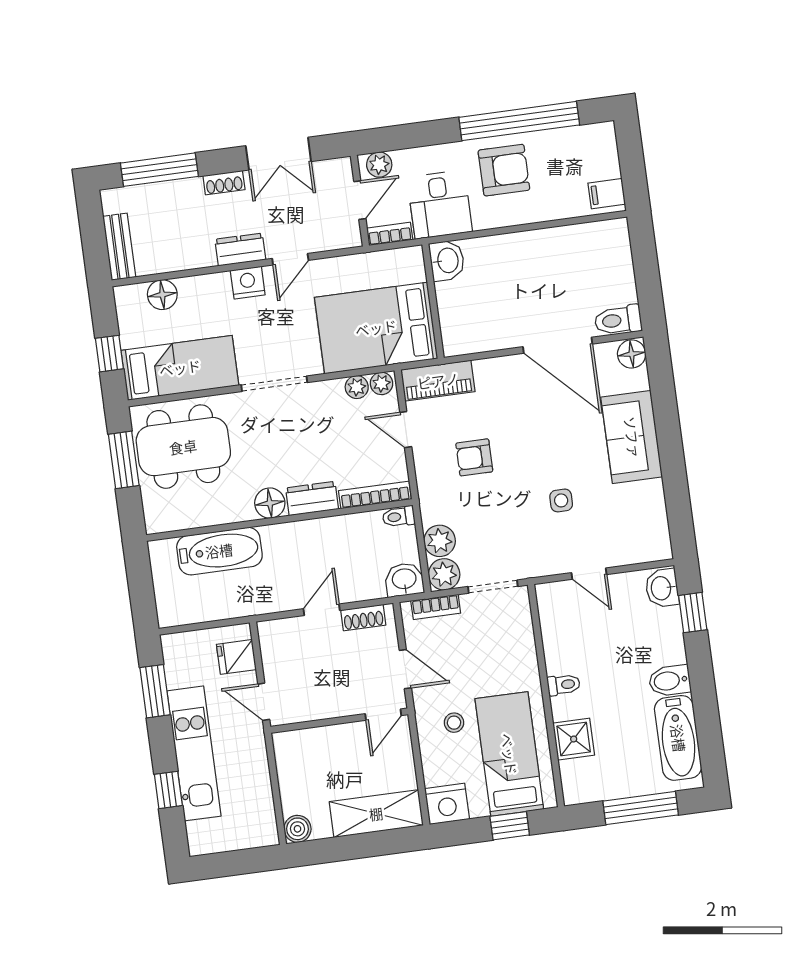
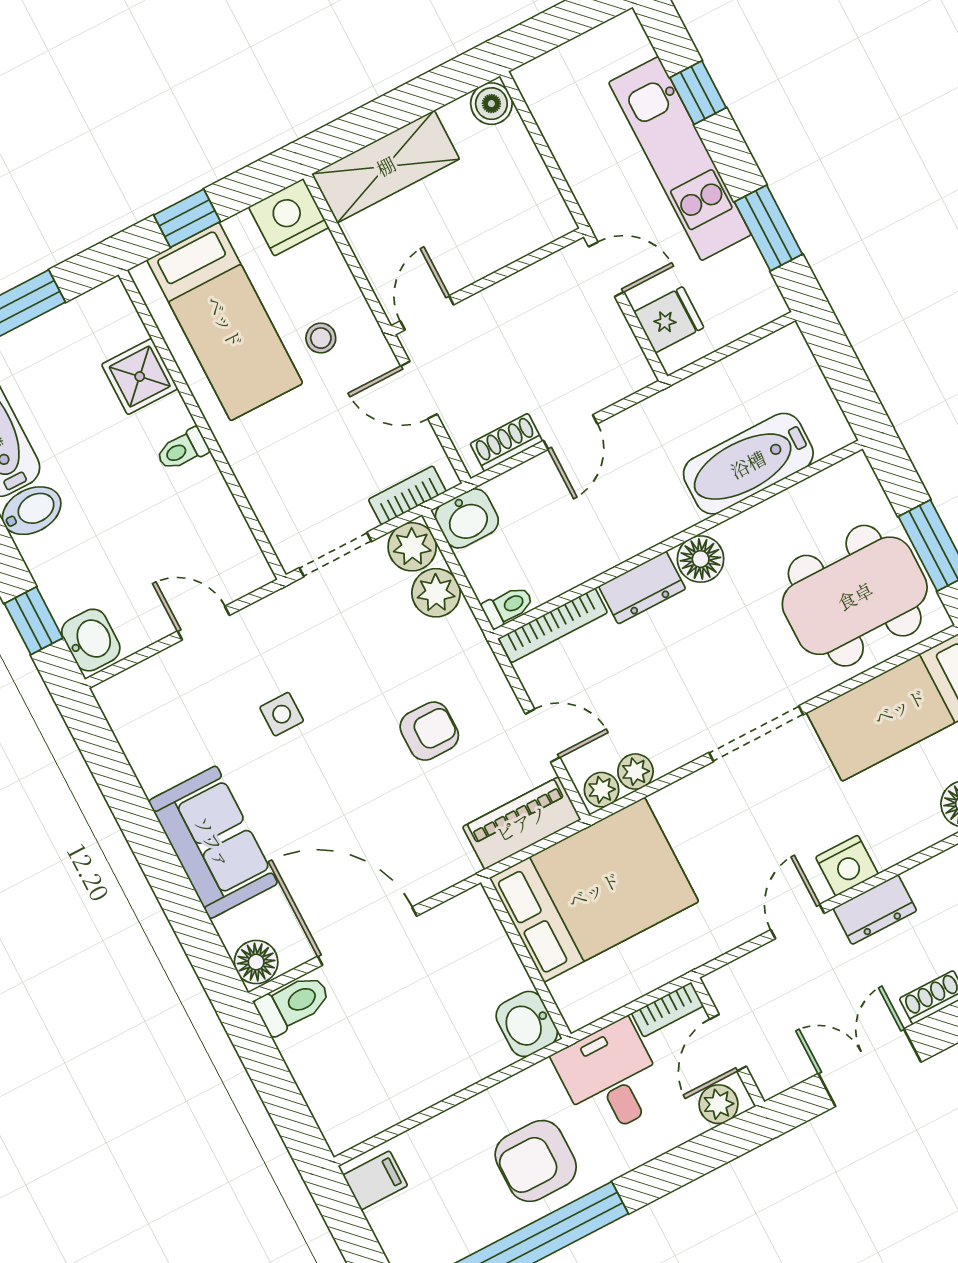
washbasin: (447, 261) -> (527, 1024), moved
wall: (433, 301) -> (526, 958), moved
bed: (376, 328) -> (594, 890), moved

